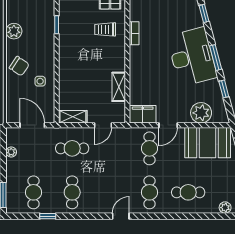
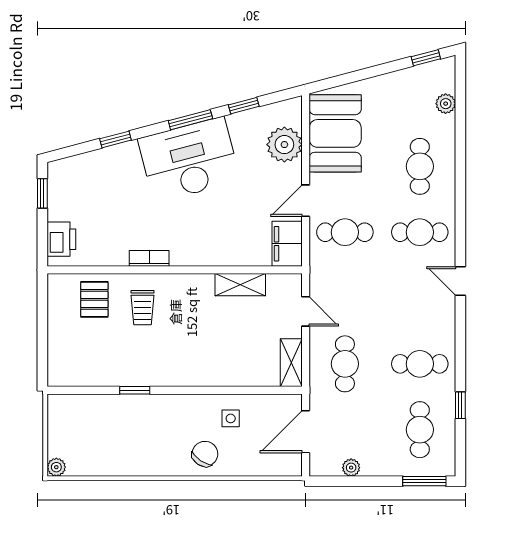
plant: (14, 31) -> (145, 463), removed
door: (168, 125) -> (306, 201), swing flipped
cafe table: (33, 192) -> (420, 430), turned 90

